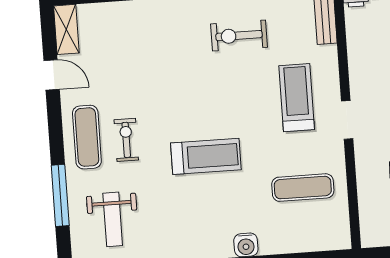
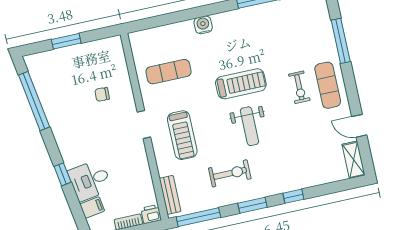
treadmill: (206, 156) -> (241, 84), turned 180
weight bench: (113, 219) -> (249, 126), moved, turned 180

